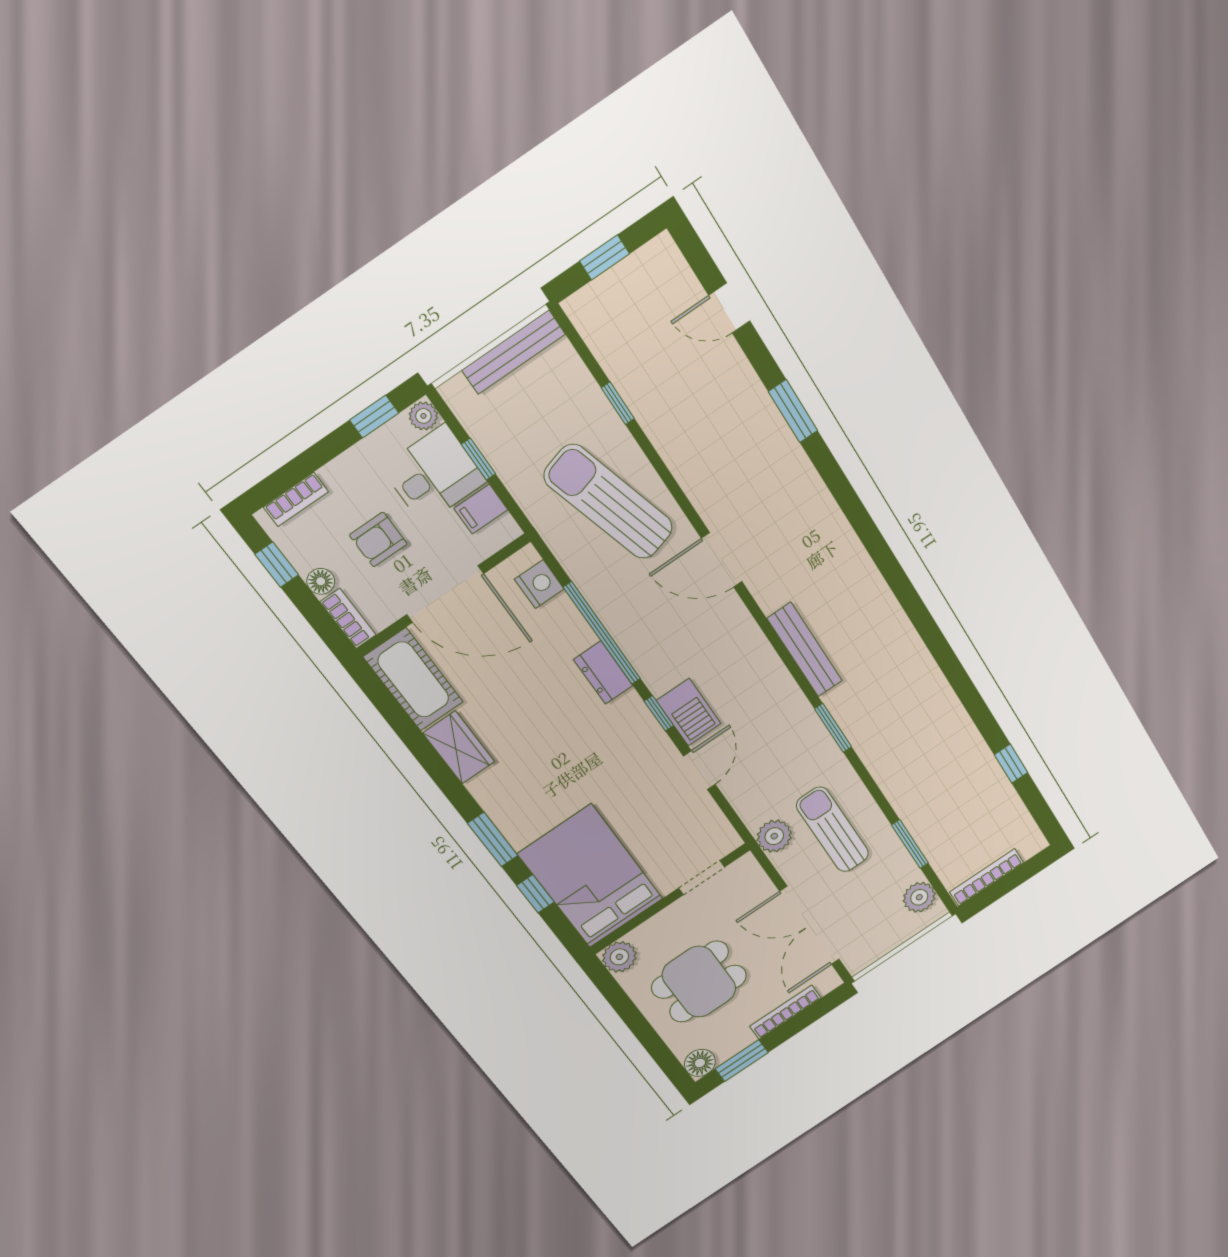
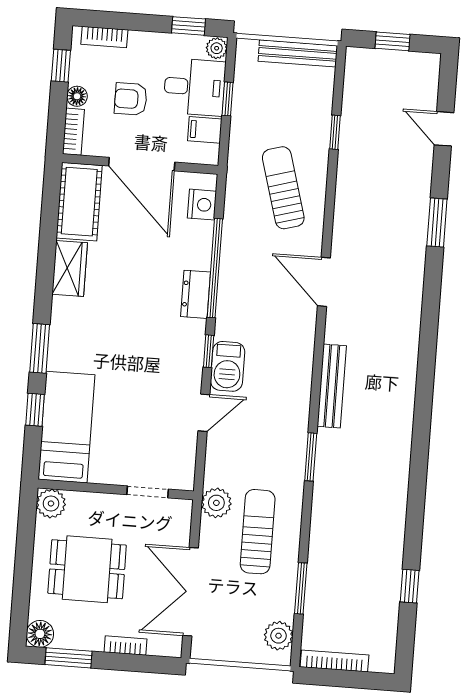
sun lounger: (609, 502) -> (283, 188), width x0.73, depth x0.75
bed: (591, 876) -> (66, 427), width x0.67
bookcase: (785, 1012) -> (126, 646), width x0.64

